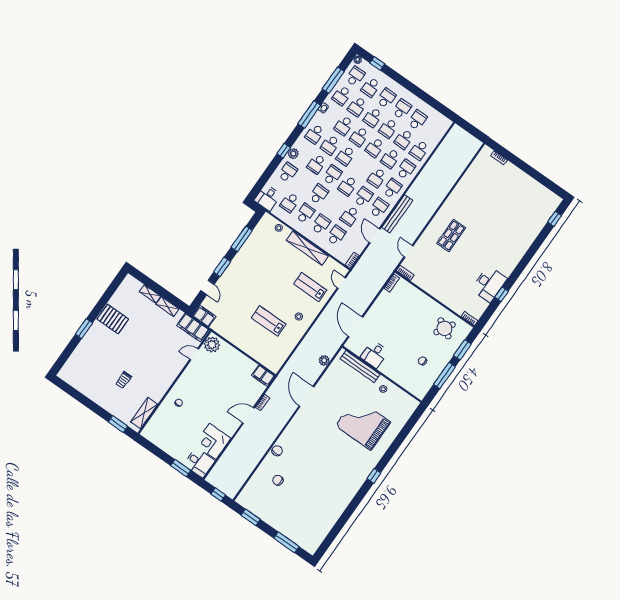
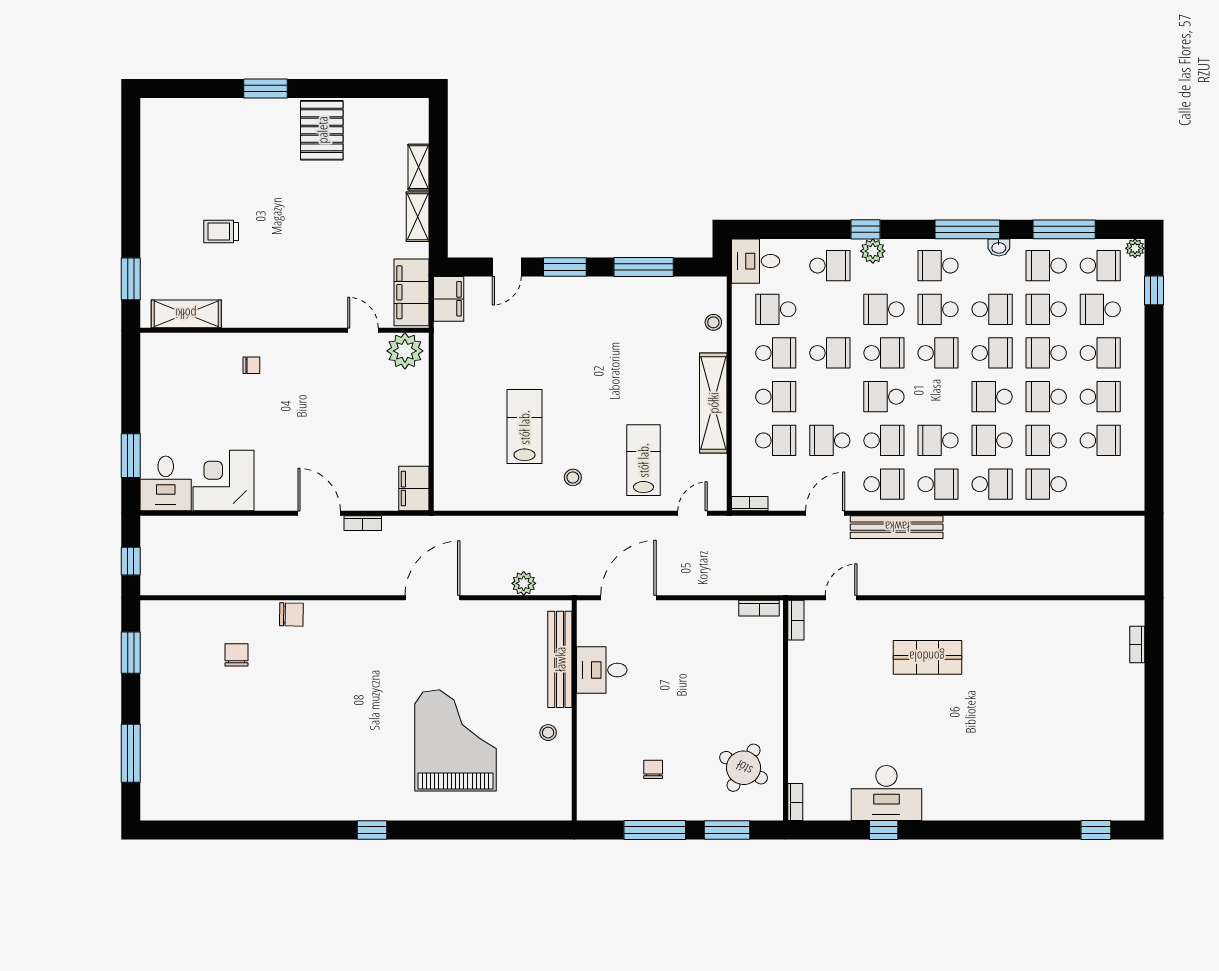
school desk: (344, 126) -> (992, 309), turned 180
school desk: (359, 137) -> (992, 353), turned 180
school desk: (346, 156) -> (938, 353), turned 180

